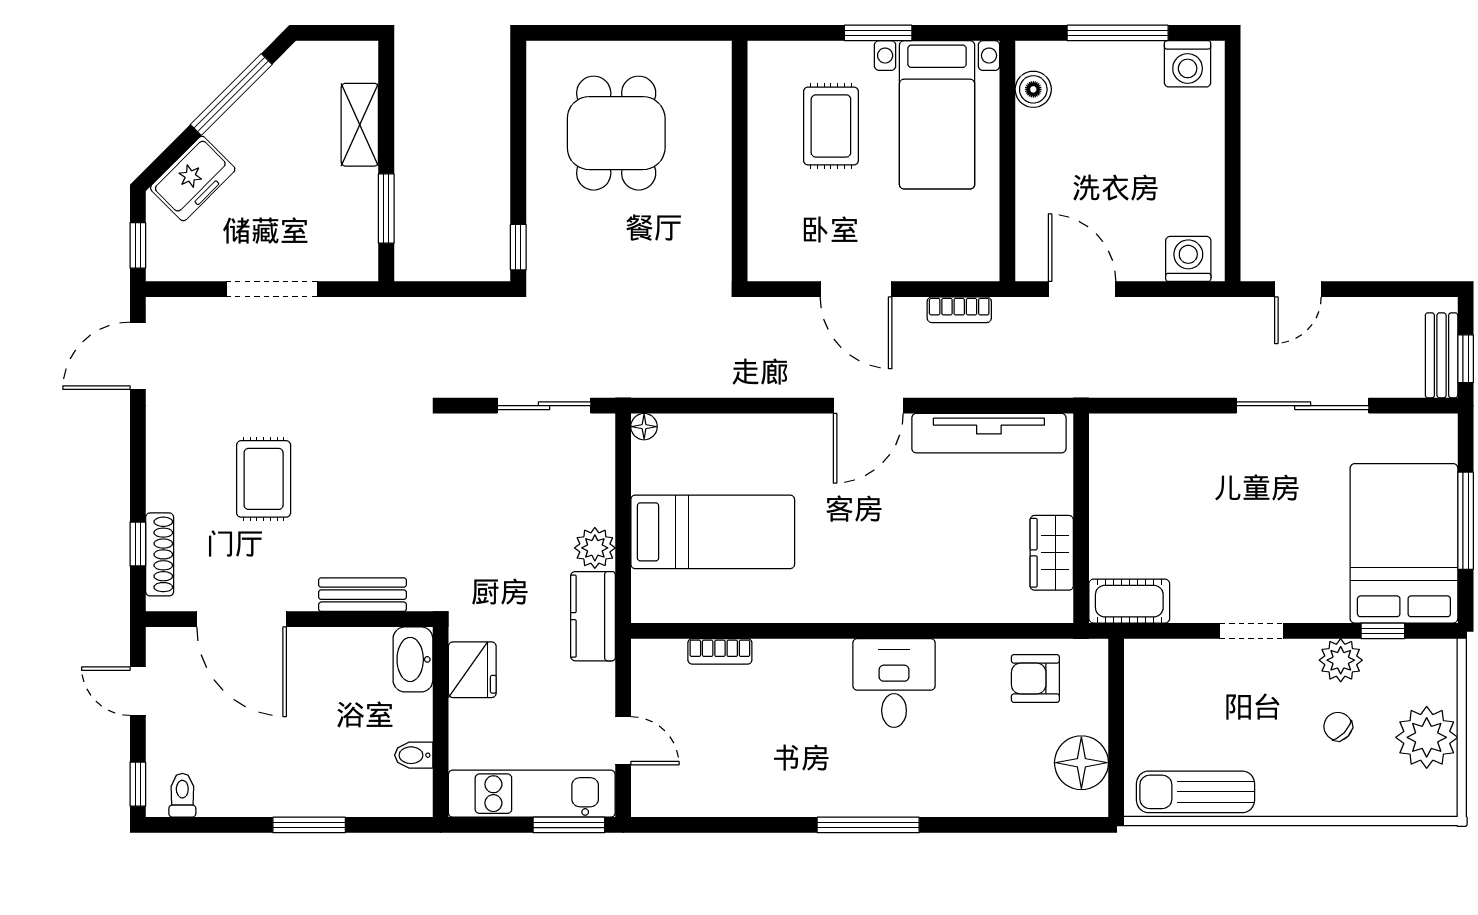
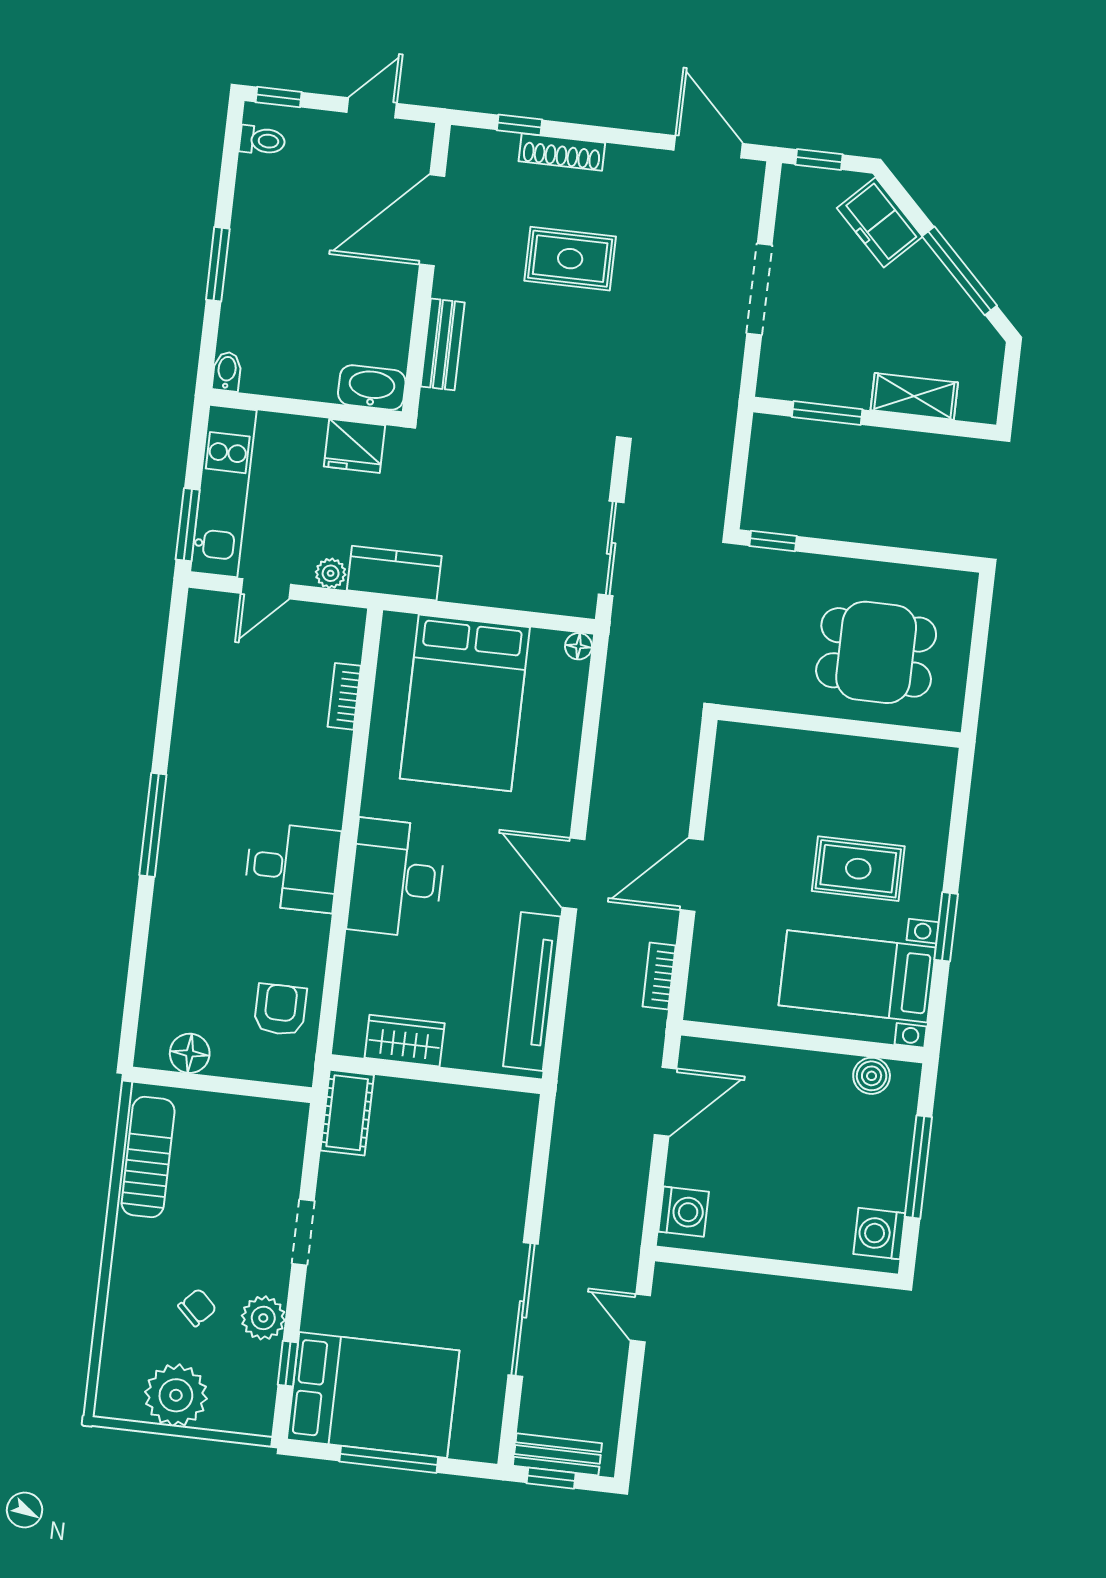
wall: (740, 161) -> (839, 726), moved
bed: (713, 532) -> (465, 703), width x1.50
plant: (595, 548) -> (331, 573), moved, width x0.73, depth x0.73
shoe rack: (160, 554) -> (562, 152), moved
desk: (893, 579) -> (397, 878), added
bidet: (414, 755) -> (227, 371), moved
floor lamp: (1081, 763) -> (190, 1053), width x0.73, depth x0.73

